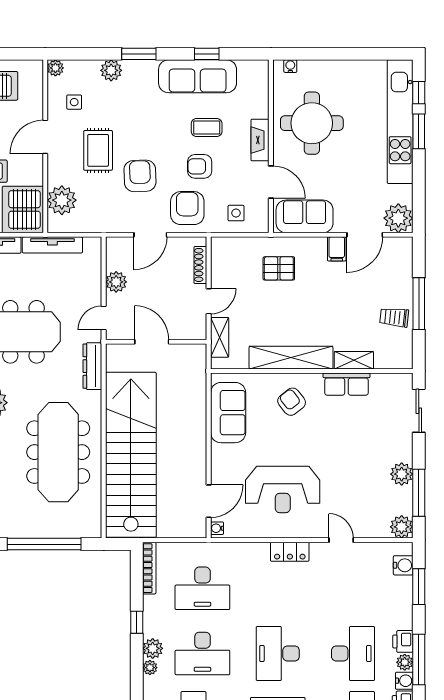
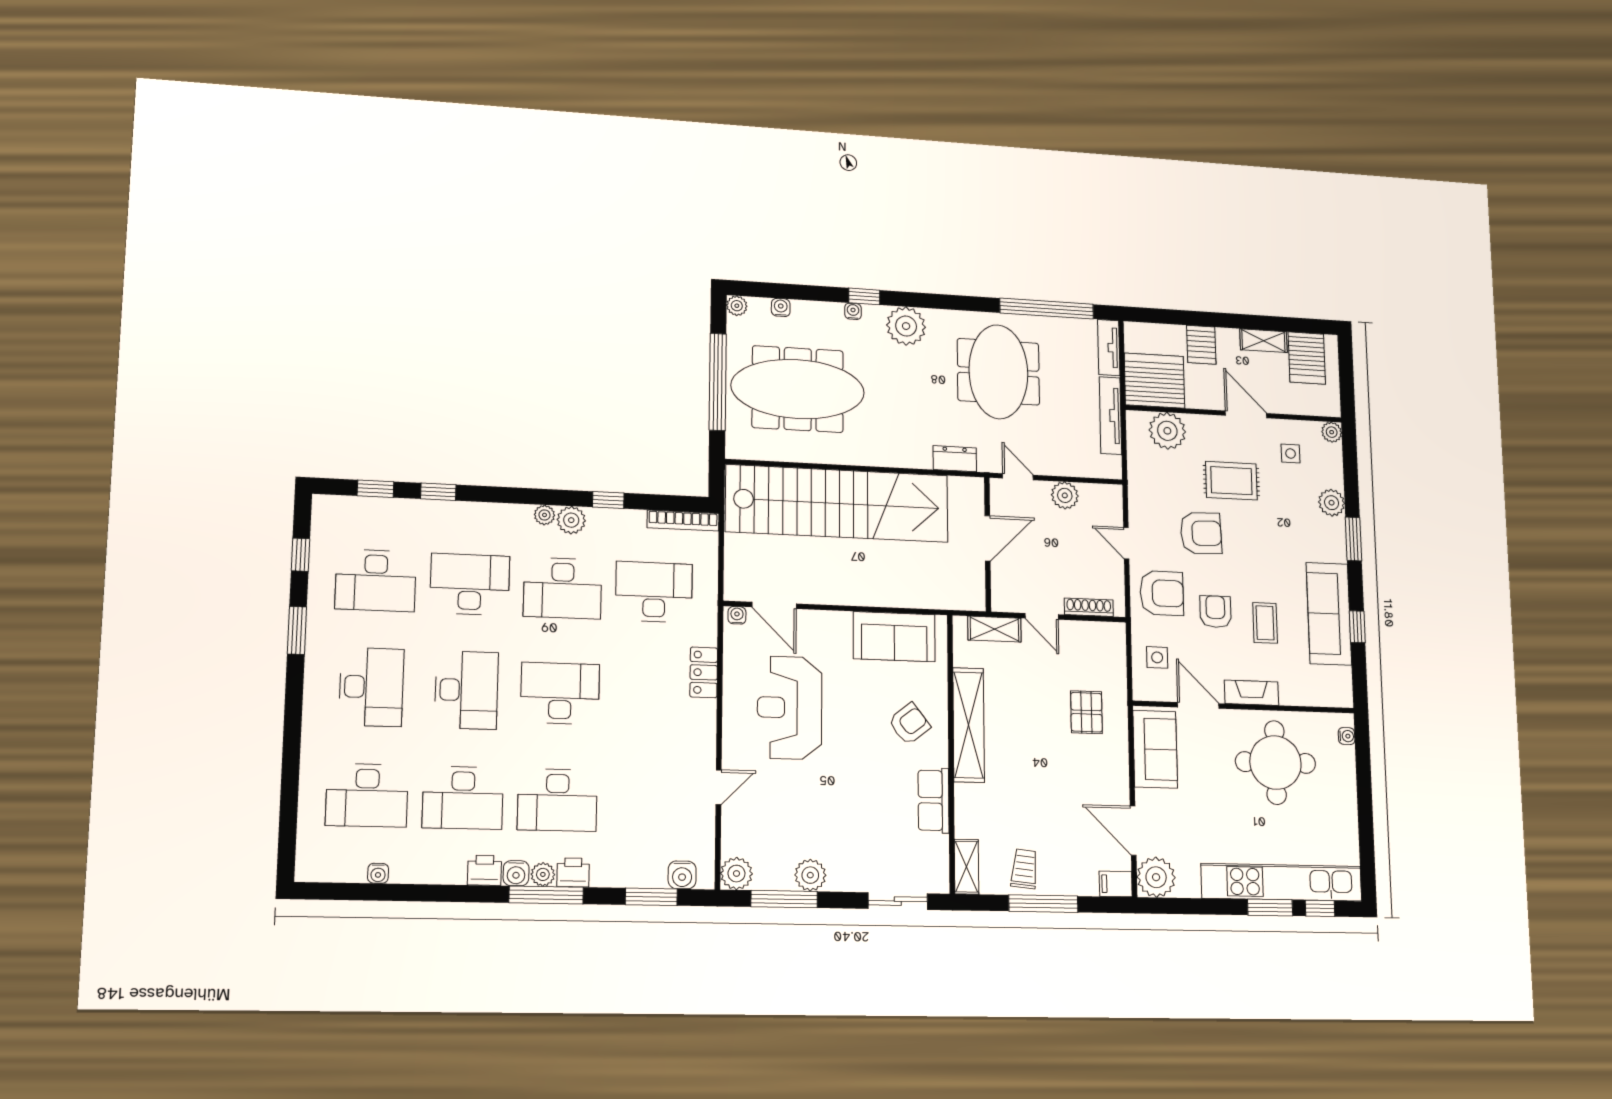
door: (271, 182) -> (1198, 705), swing flipped
door: (150, 235) -> (1126, 543), width x0.73
filing cabinet: (337, 249) -> (1116, 884), moved
shelving: (354, 360) -> (966, 867), moved
dresser: (92, 366) -> (955, 459), width x0.70
meeting table: (58, 452) -> (798, 389), moved
locker: (290, 552) -> (704, 672), moved
desk: (202, 588) -> (654, 592), turned 90
desk: (202, 653) -> (563, 588), turned -90

